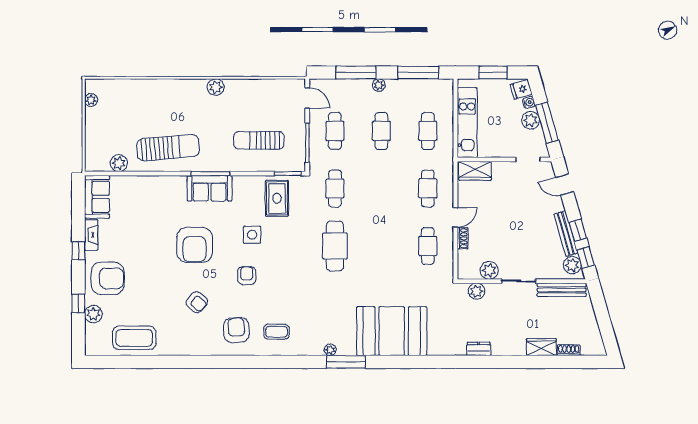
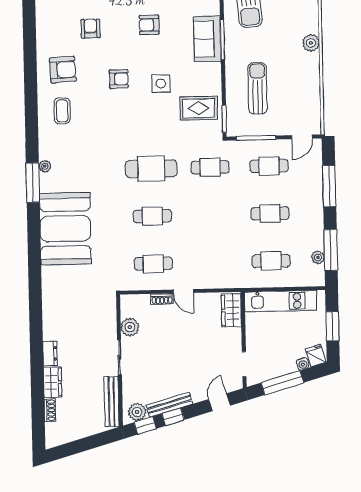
plant: (379, 85) -> (318, 257), moved
plant: (531, 120) -> (284, 366), removed
cafe table: (428, 188) -> (152, 216), moved
armchair: (195, 245) -> (149, 25), width x0.53, depth x0.53
plant: (476, 291) -> (108, 314), removed
armchair: (197, 302) -> (90, 28), turned 140
dresser: (479, 349) -> (50, 353), moved

